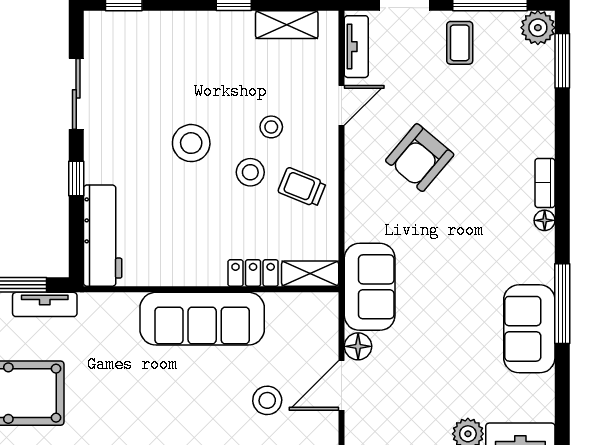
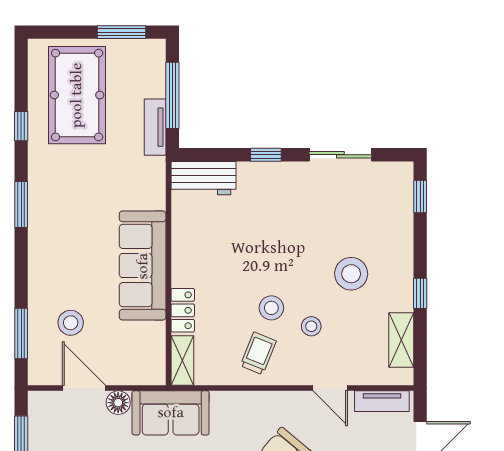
stool: (191, 143) -> (351, 274), moved
workbench: (103, 236) -> (203, 178), width x0.73

